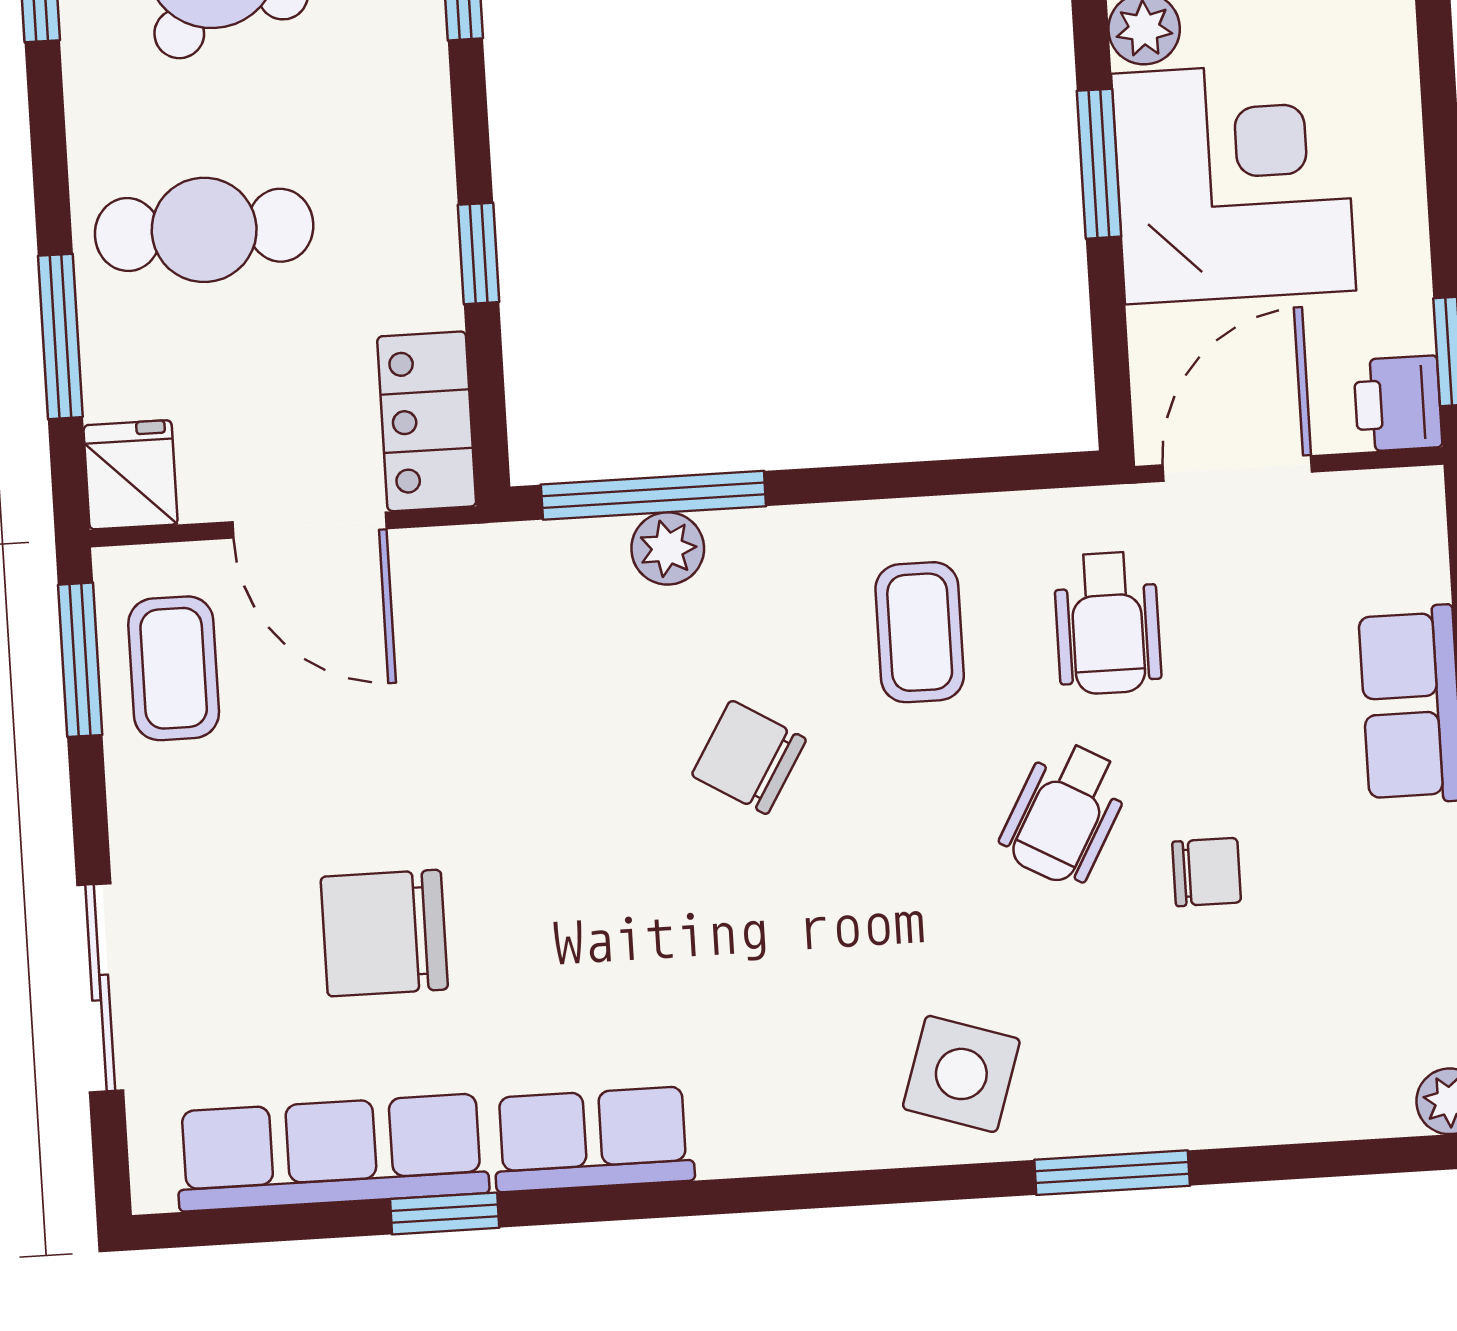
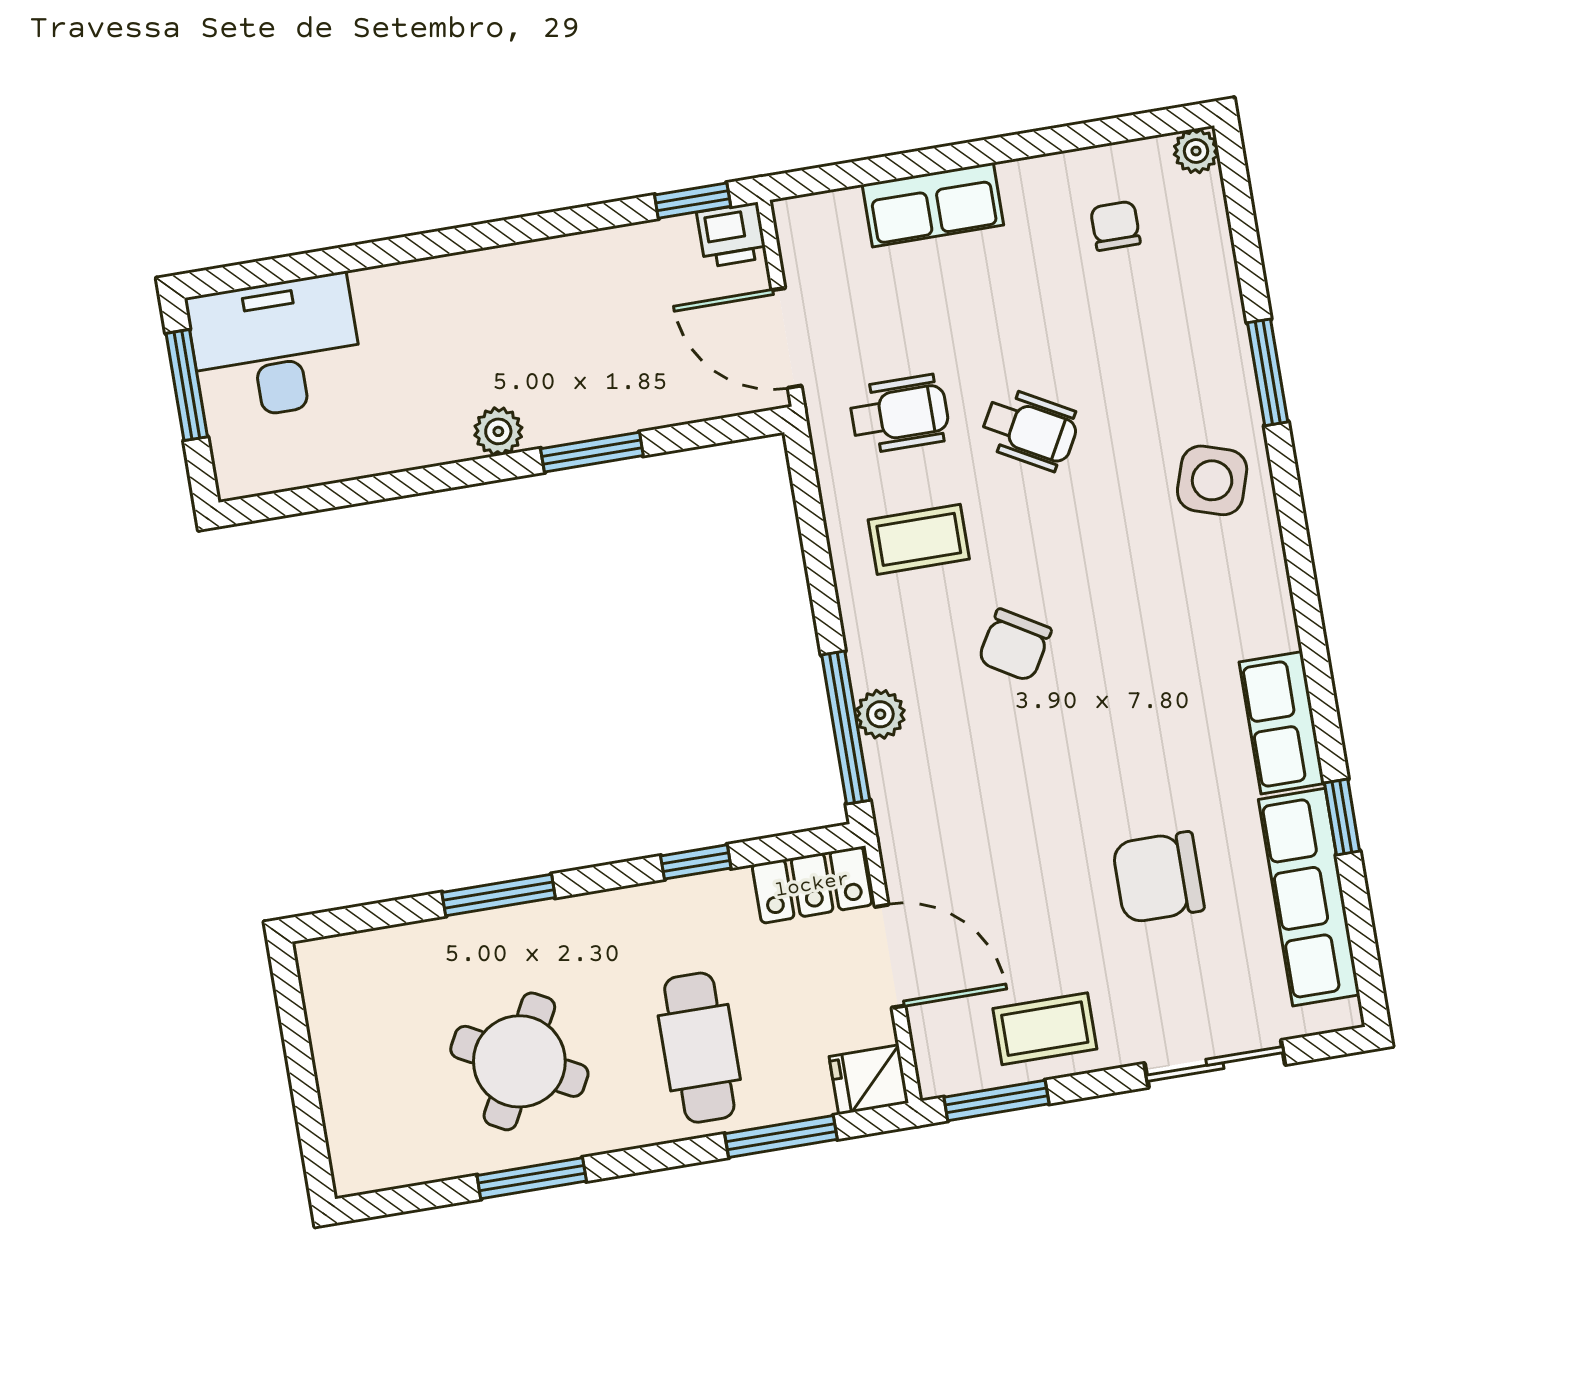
corner desk: (1234, 182) -> (595, 361), removed
door: (309, 525) -> (890, 956), hinge flipped
coffee table: (174, 668) -> (1045, 1029), moved
chair: (1207, 872) -> (1115, 226), moved
chair: (384, 933) -> (1158, 877), turned 90

